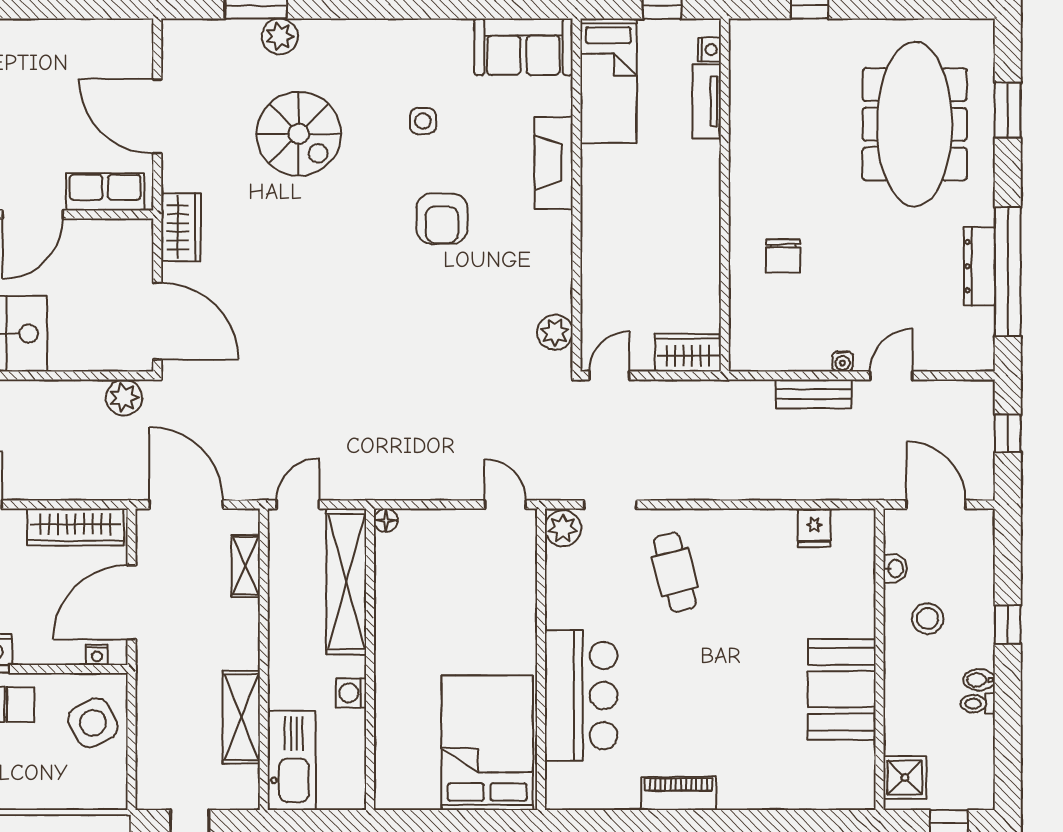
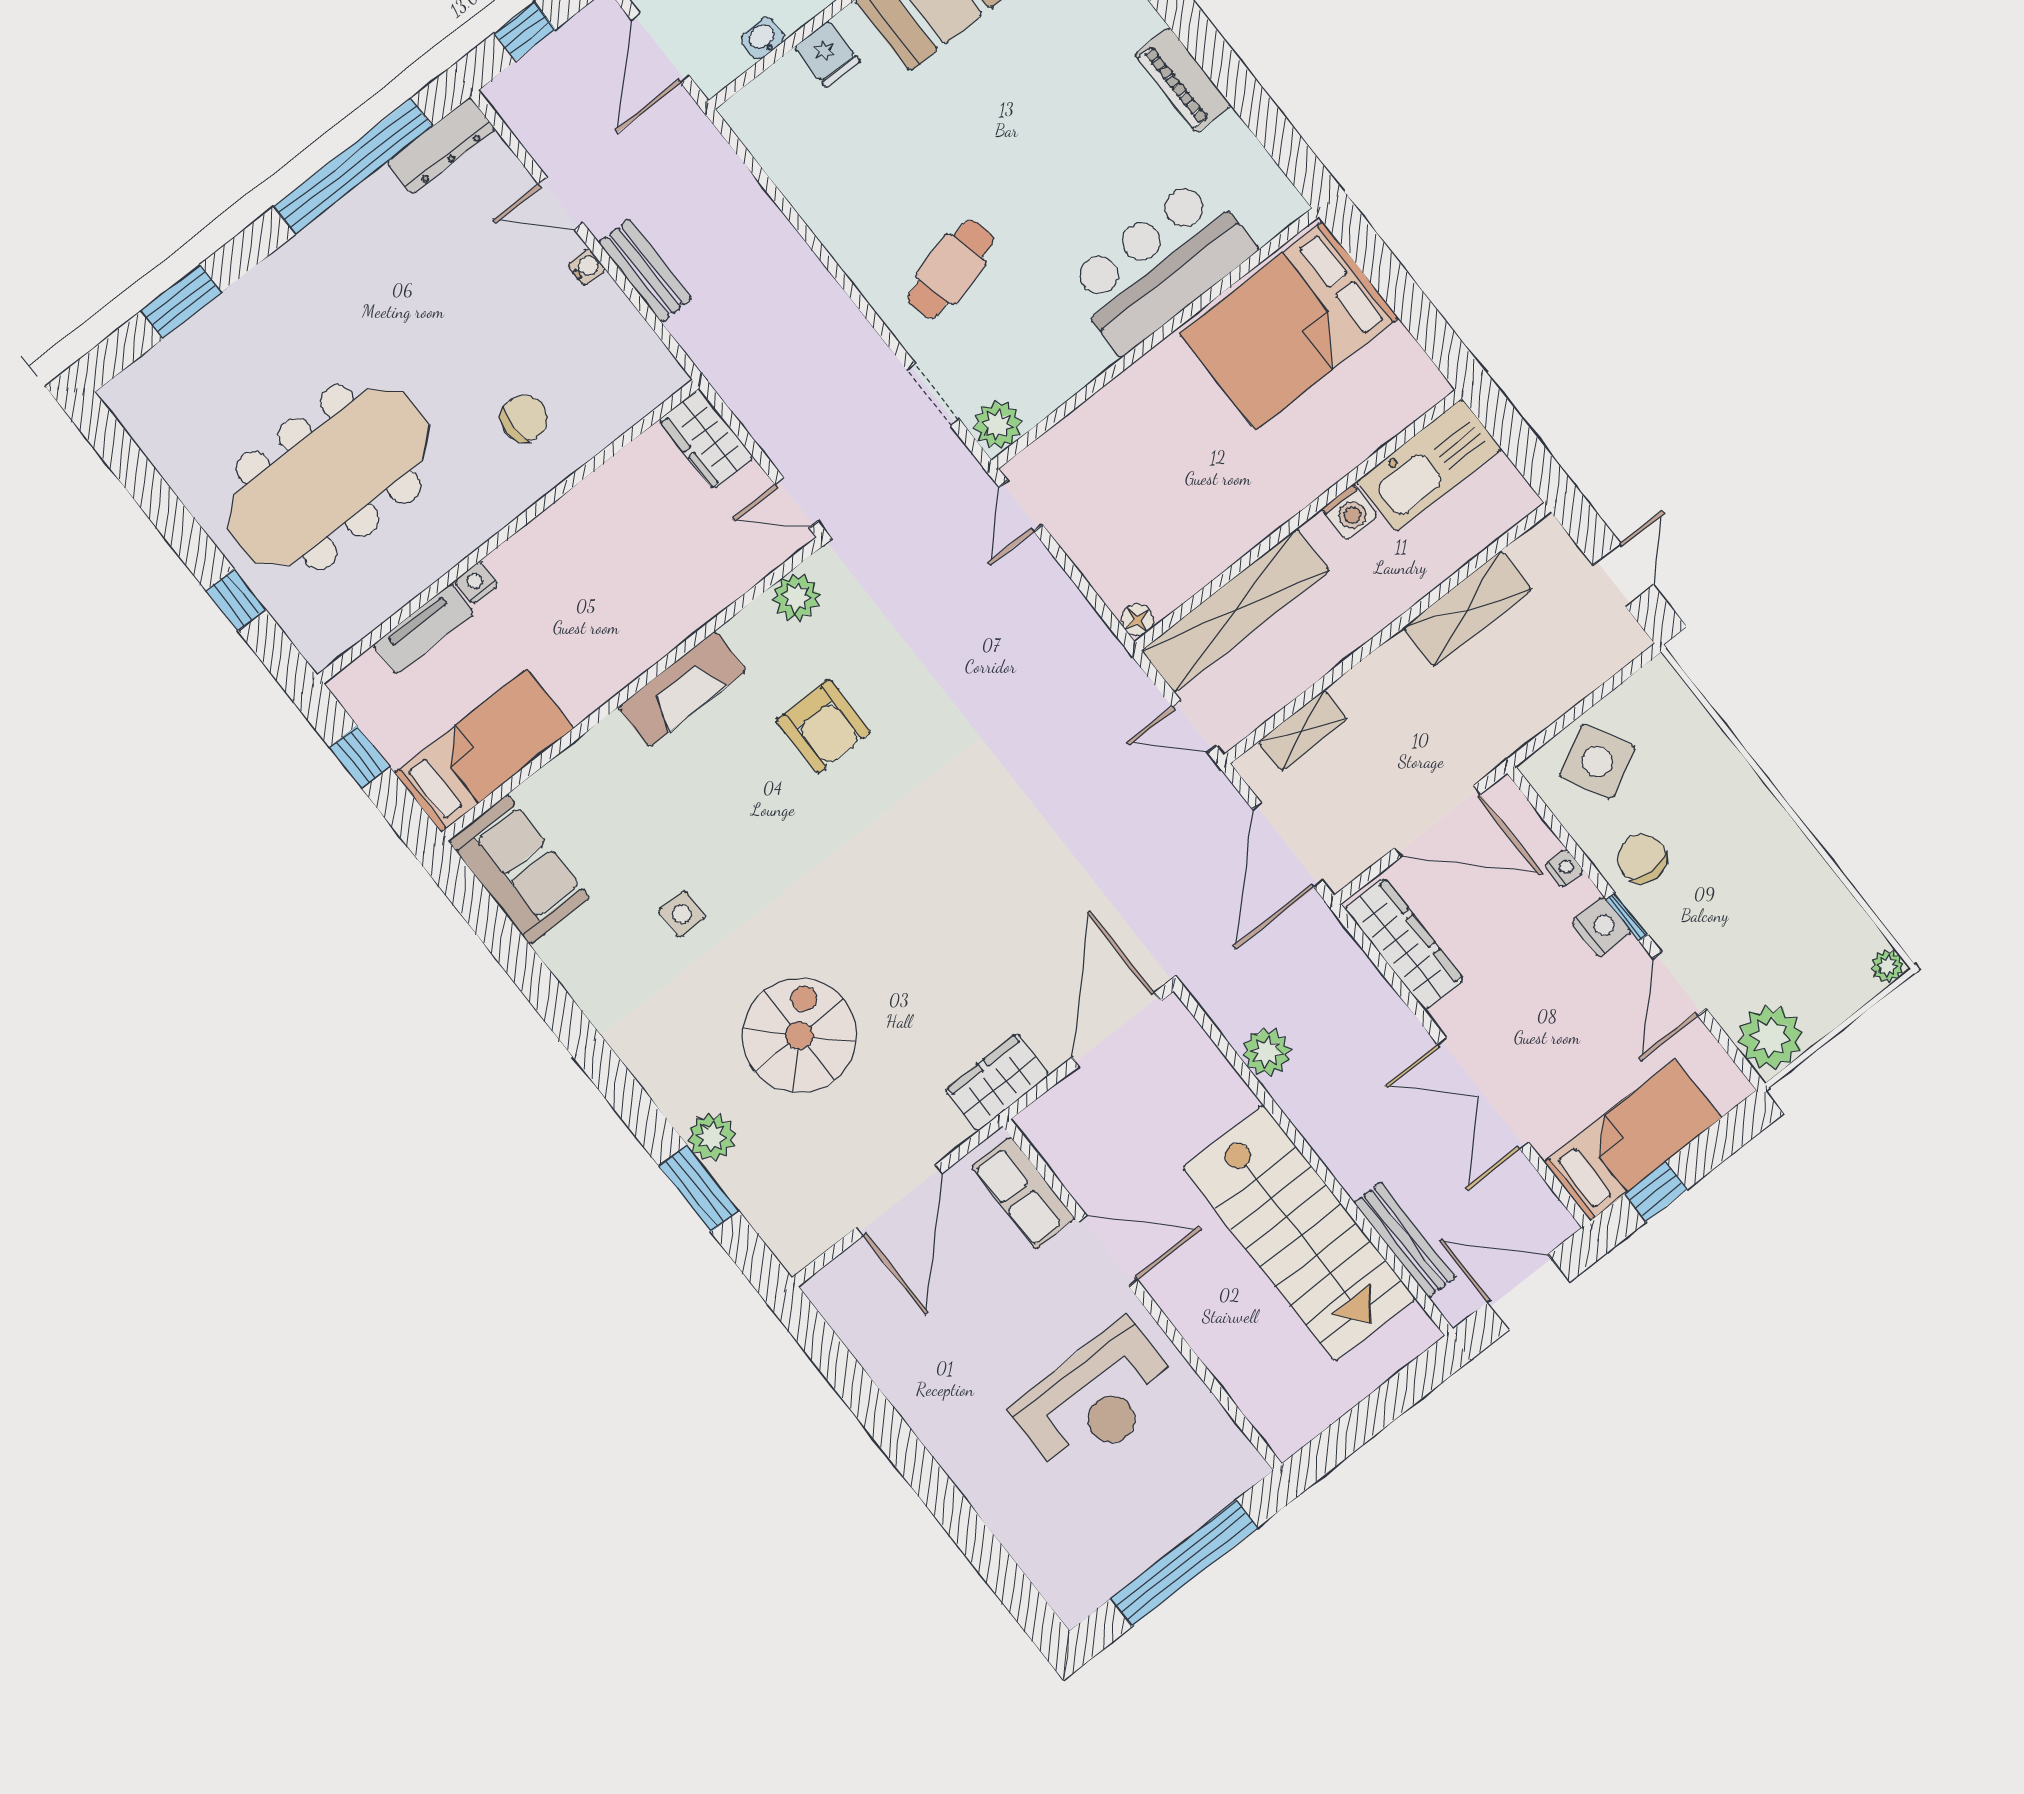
nightstand: (709, 50) -> (476, 583), moved
meeting table: (915, 124) -> (329, 477), moved
fireplace: (554, 163) -> (682, 689), moved
armchair: (442, 219) -> (823, 726), moved, turned 90
dresser: (979, 266) -> (441, 146), moved
plant: (124, 398) -> (1267, 1052), moved
fridge: (814, 528) -> (827, 54), moved, turned 90
nightstand: (97, 655) -> (1564, 868), moved
kitchen sink: (291, 760) -> (1429, 465), moved, turned 180

